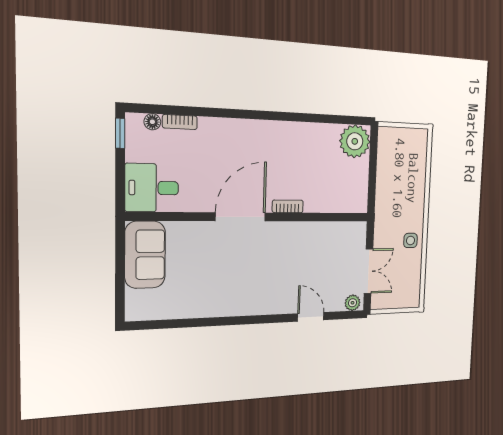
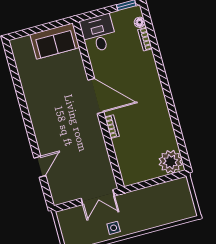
double door: (369, 271) -> (98, 197), moved
plant: (353, 303) -> (57, 196), removed

